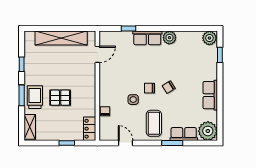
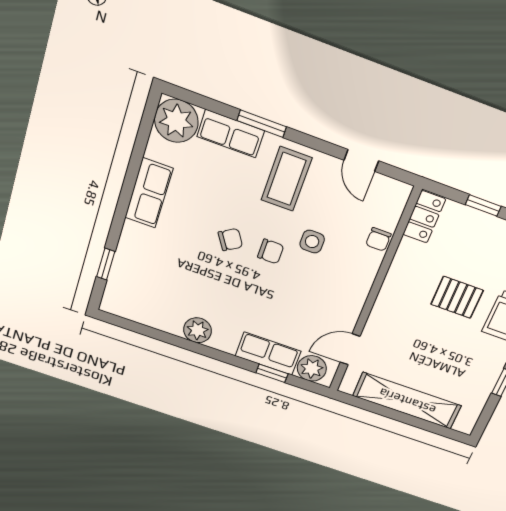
row of seats: (147, 38) -> (268, 354), moved
plant: (209, 38) -> (312, 368), moved

